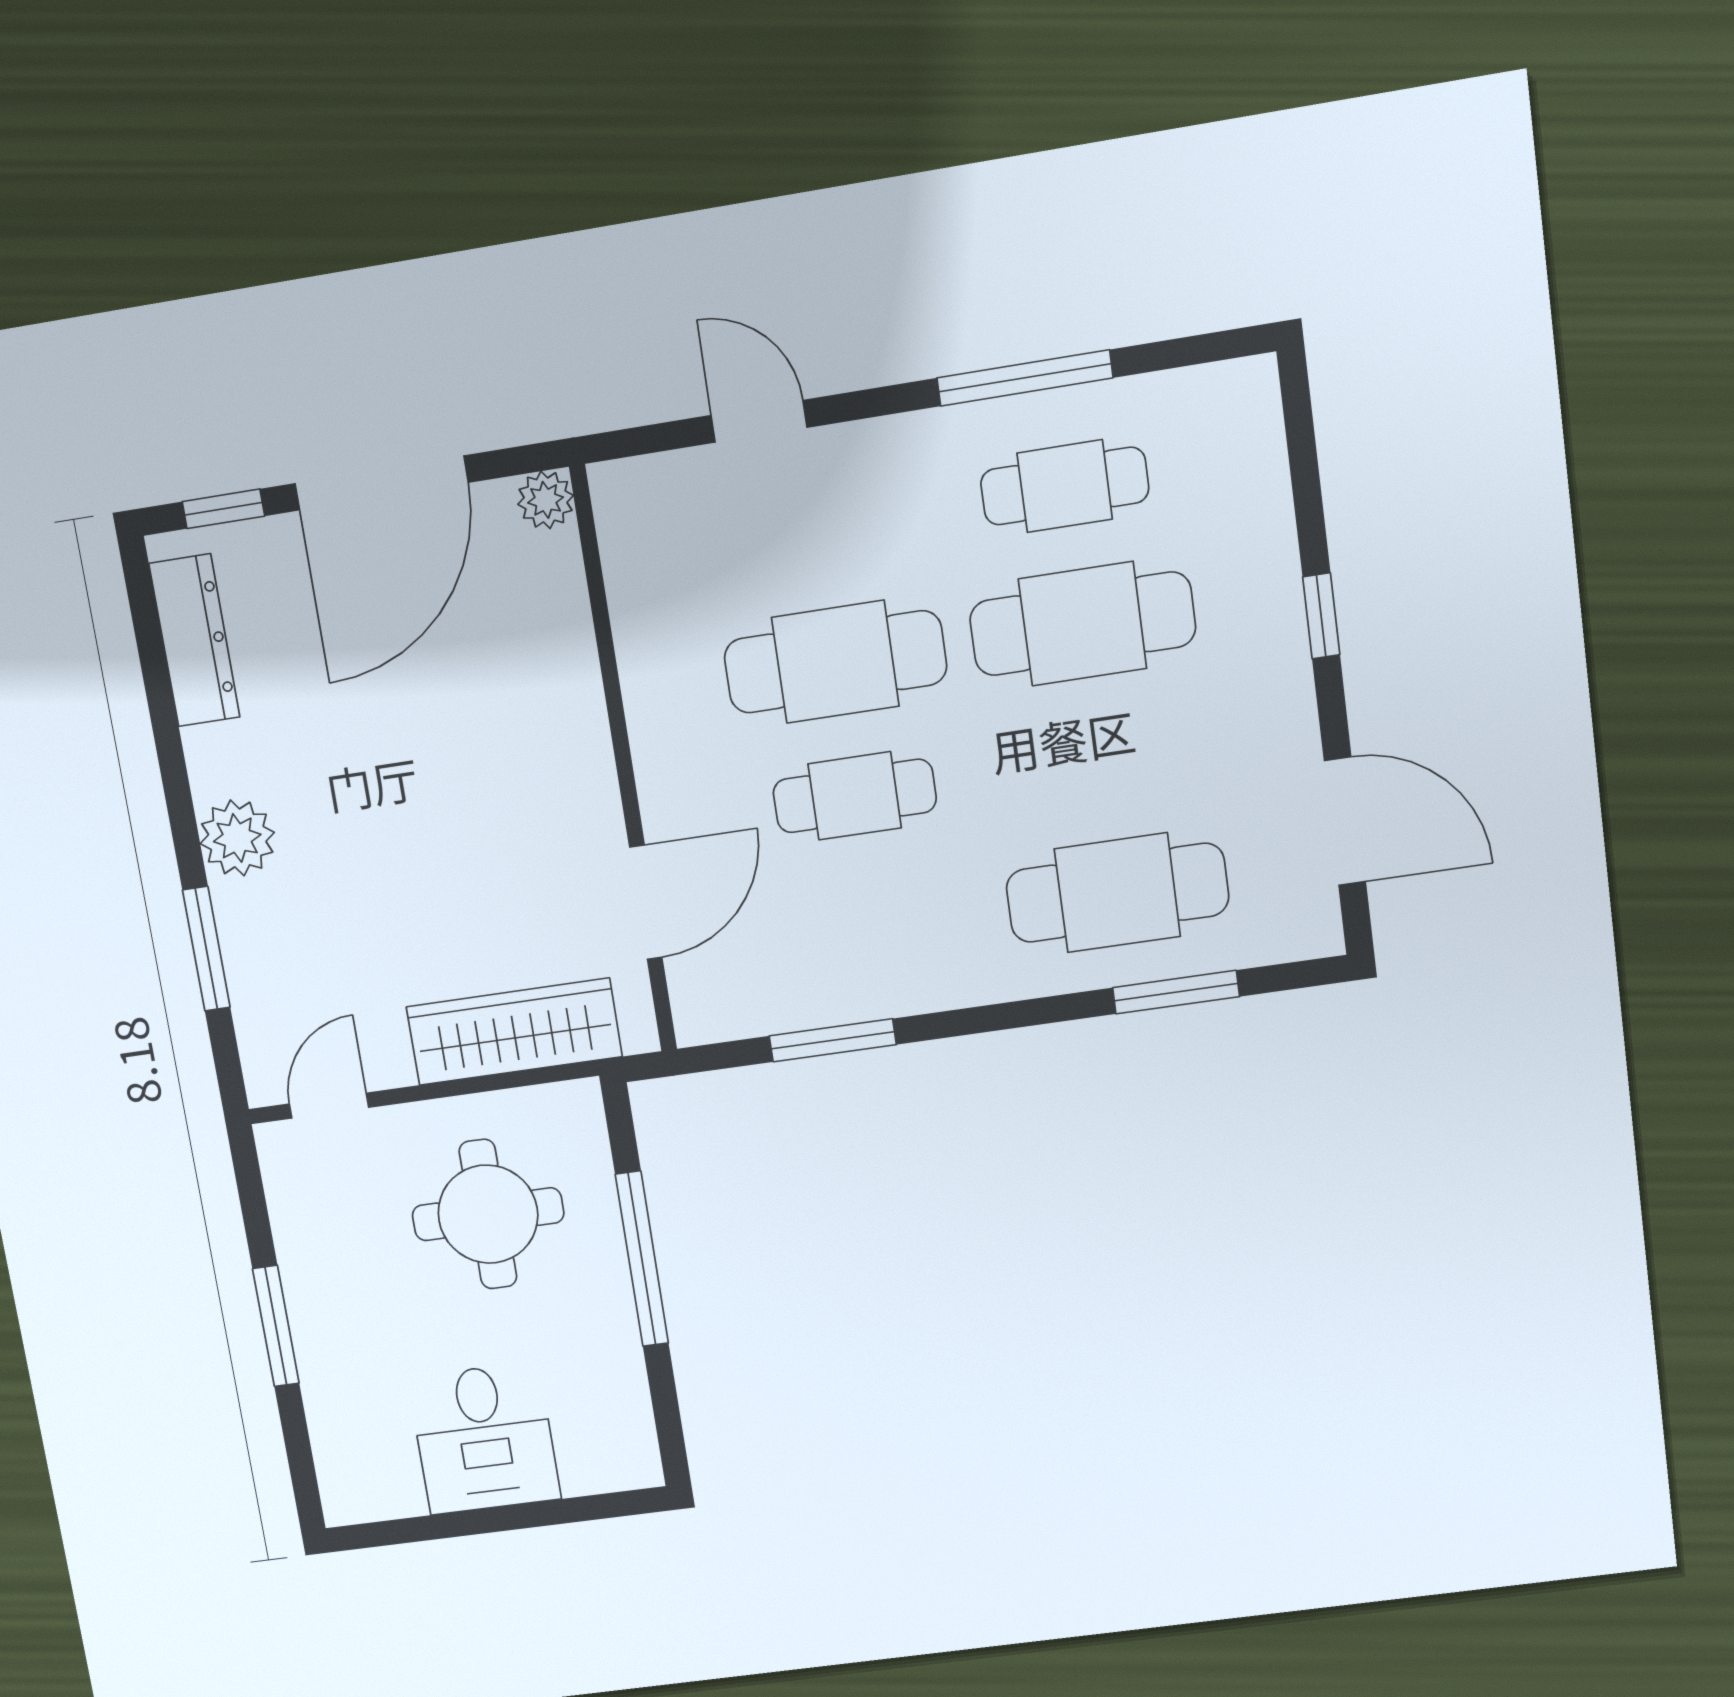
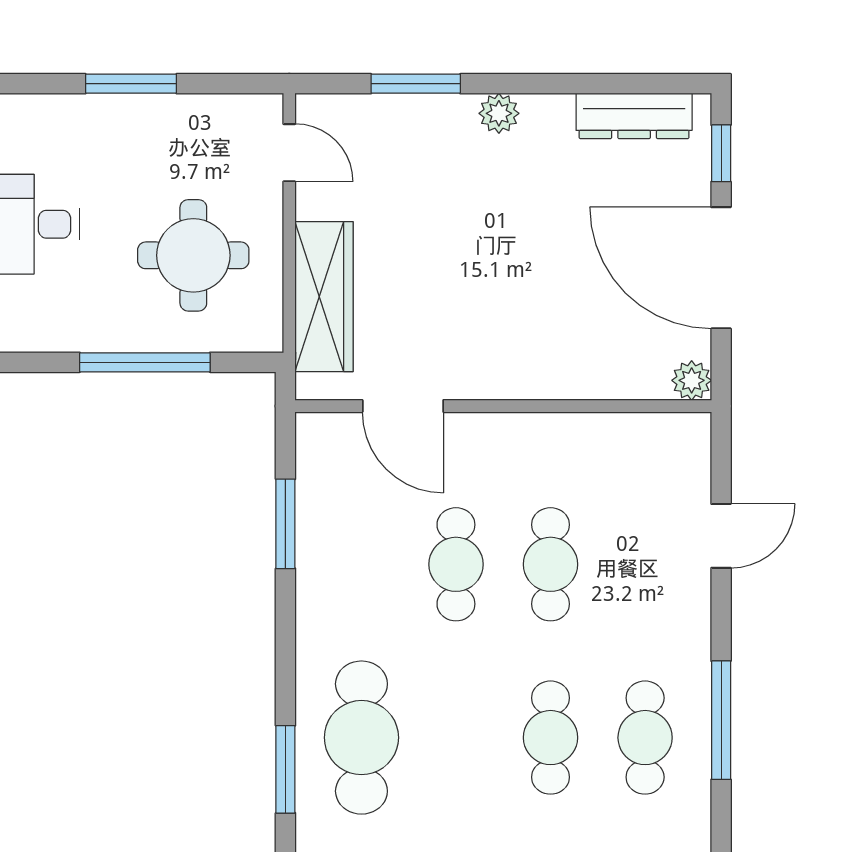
cafe table: (1083, 624) -> (551, 738), width x0.73, depth x0.74
cafe table: (835, 662) -> (551, 564), width x0.73, depth x0.74
plant: (237, 838) -> (499, 113), width x0.73, depth x0.73

